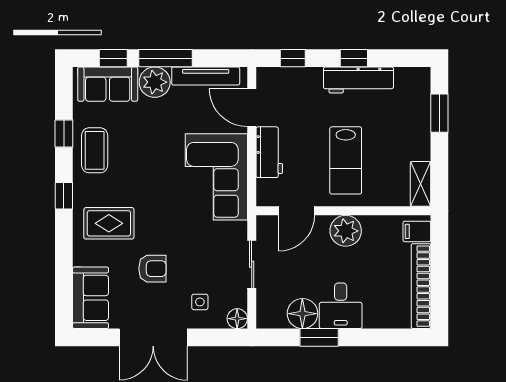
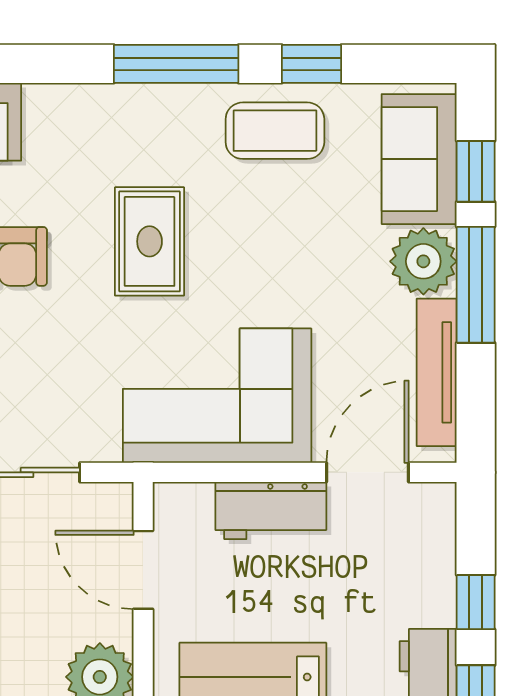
window: (293, 58) -> (476, 602), moved
window: (64, 196) -> (176, 64), width x2.17
rug: (109, 223) -> (150, 241), moved

